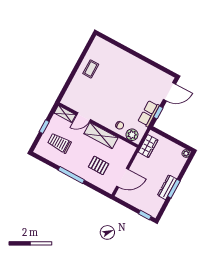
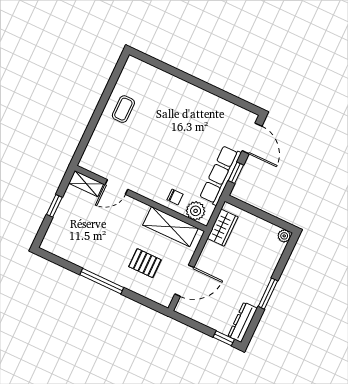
door: (170, 92) -> (252, 138), hinge flipped
row of seats: (149, 114) -> (220, 175), width x1.48
shelving: (101, 136) -> (171, 227), moved
trolley: (59, 143) -> (80, 231), removed
dresser: (167, 187) -> (243, 322), moved

